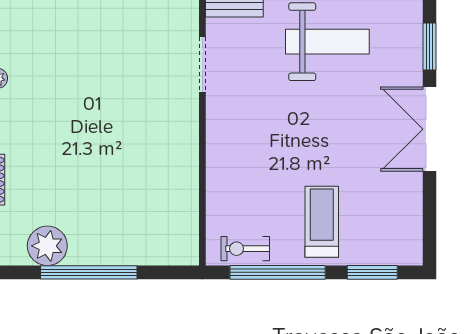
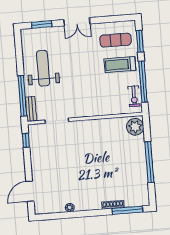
double door: (429, 129) -> (77, 22), width x0.73
exercise mat: (380, 216) -> (116, 40), added
plant: (47, 246) -> (135, 127), moved

